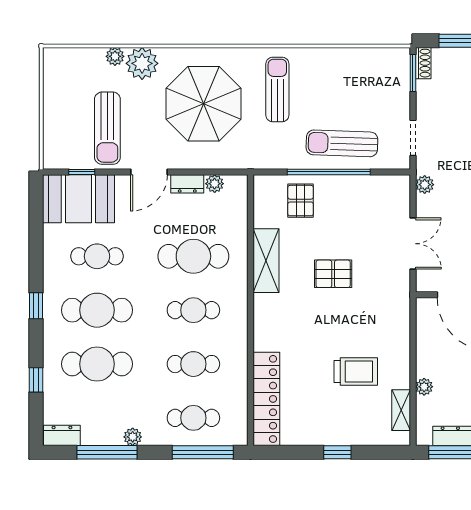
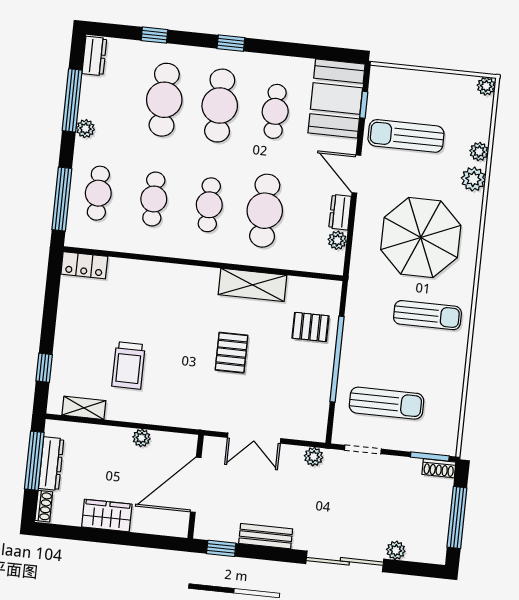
plant: (51, 56) -> (486, 86), added
plant: (142, 63) -> (473, 179), width x0.73, depth x0.73
sun lounger: (342, 143) -> (386, 403), moved, turned 88
plant: (424, 387) -> (141, 438), moved
locker: (266, 399) -> (84, 265), width x0.46, depth x0.83
window: (337, 452) -> (44, 368), moved

